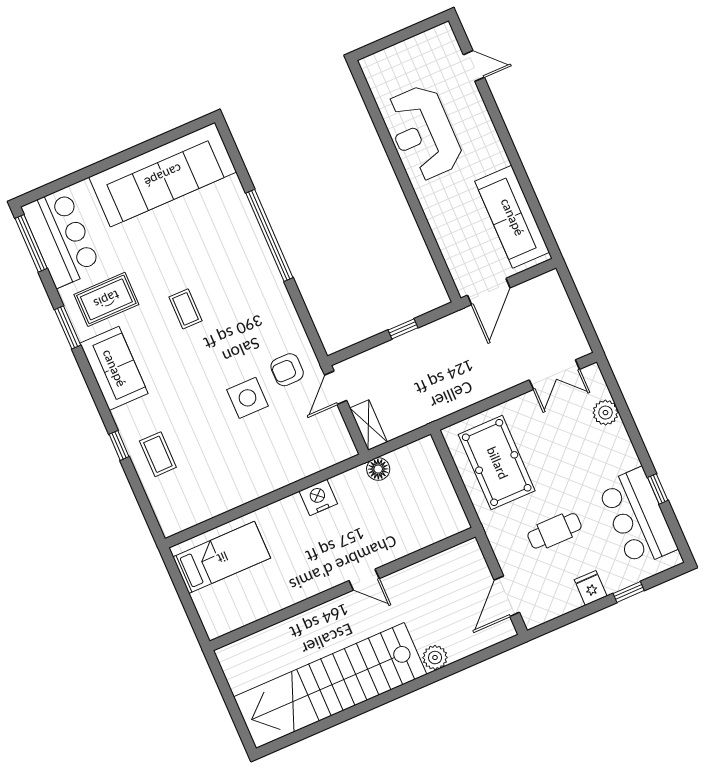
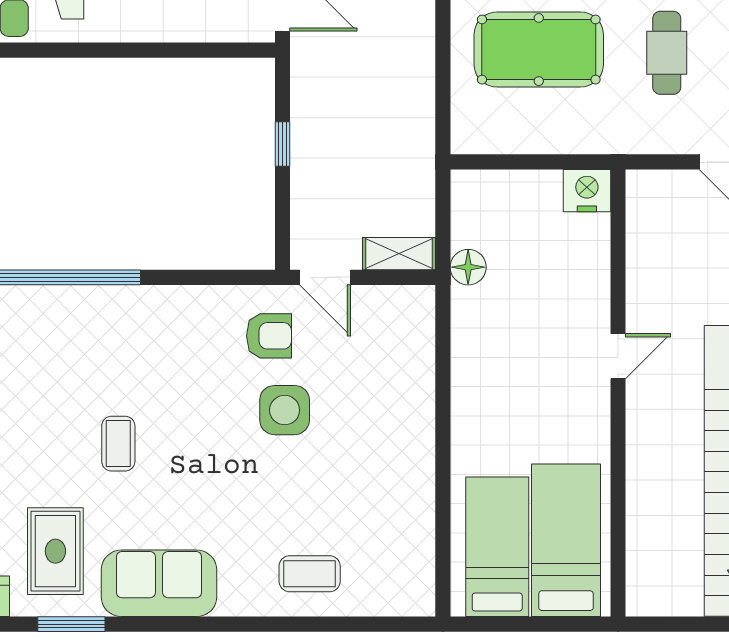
coffee table: (185, 309) -> (118, 444), turned 90
armchair: (287, 370) -> (269, 336), turned -90
window: (119, 445) -> (273, 624), removed
pool table: (497, 463) -> (539, 50), moved
nightstand: (318, 497) -> (587, 191), moved, turned 90
bed: (243, 596) -> (566, 540), added

